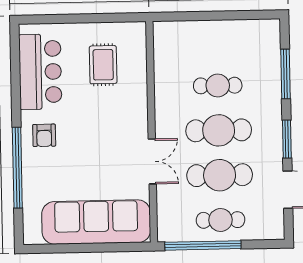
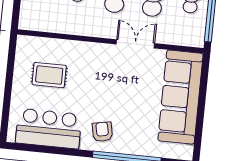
armchair: (44, 135) -> (102, 132), turned -101

